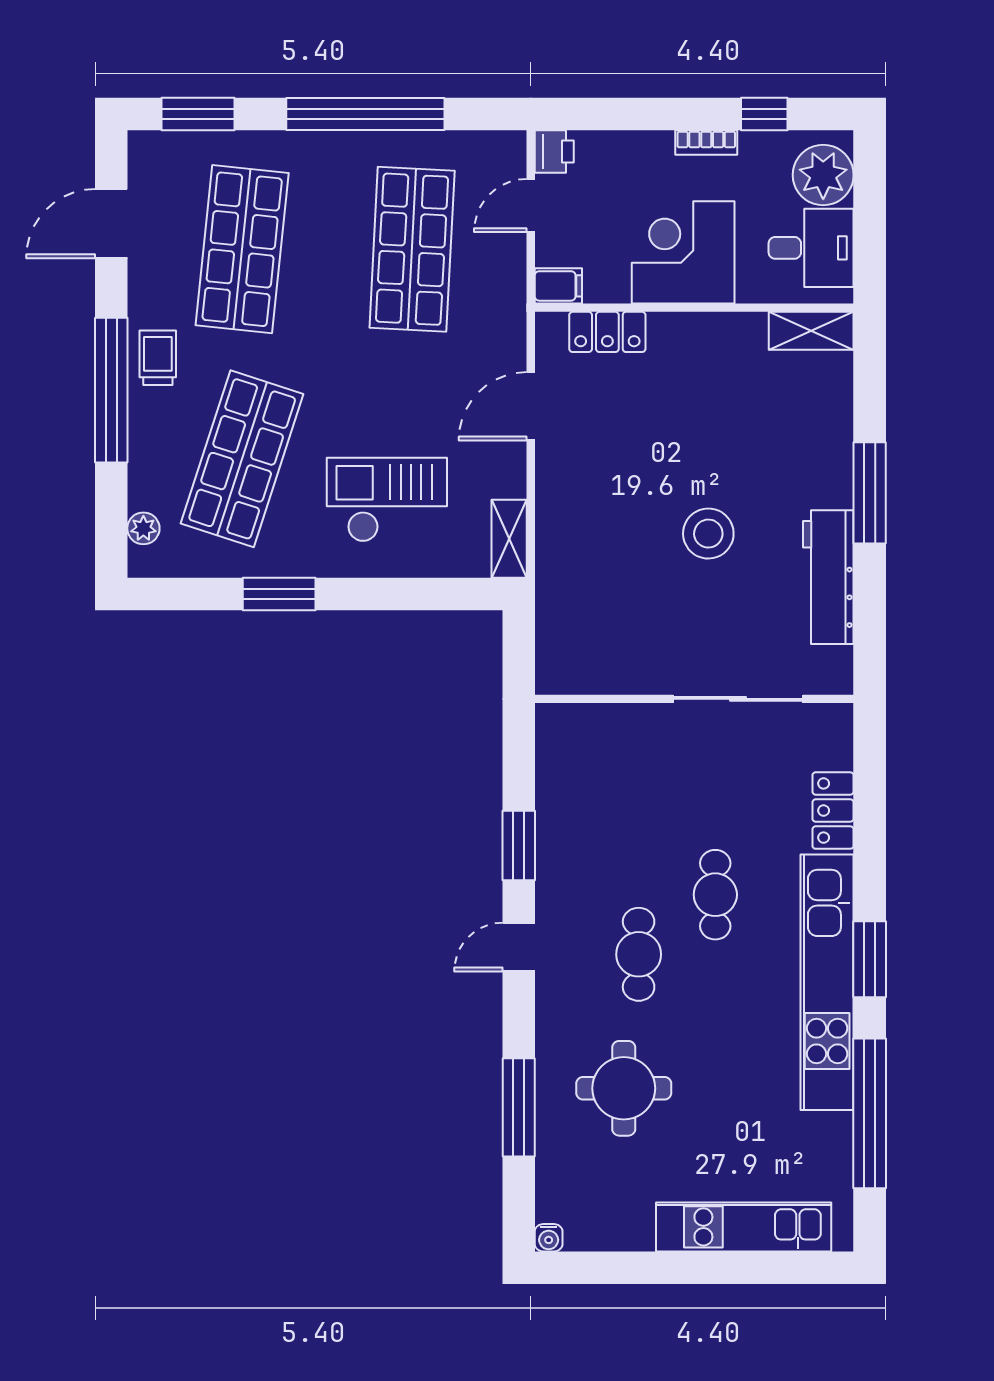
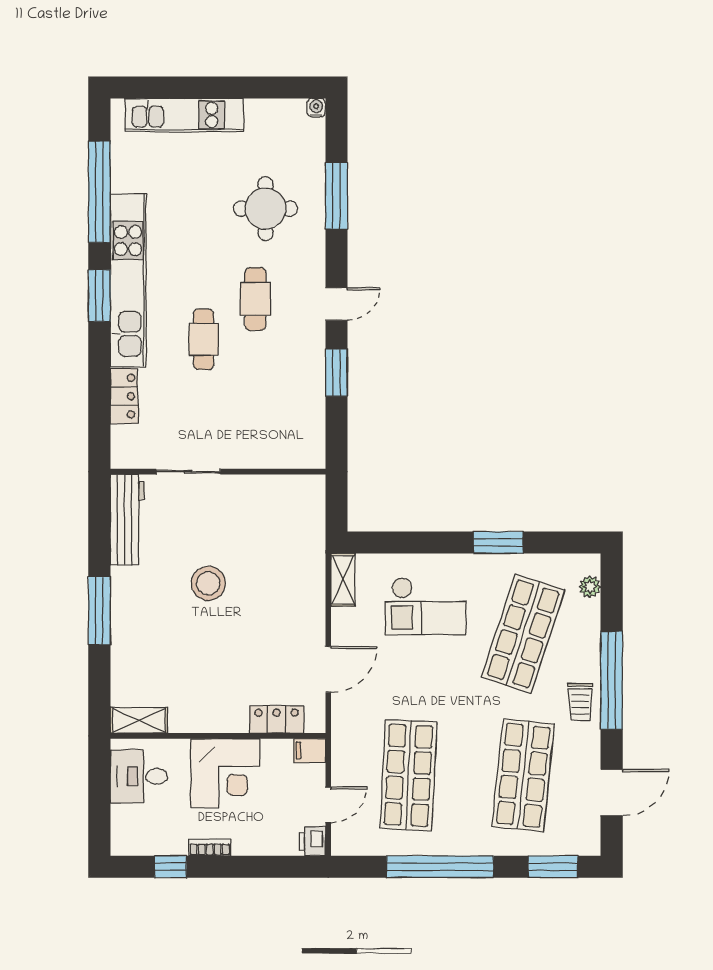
plant: (823, 175) -> (131, 825), removed
workbench: (828, 577) -> (127, 520), moved
sliding door: (738, 699) -> (188, 472), width x0.73

